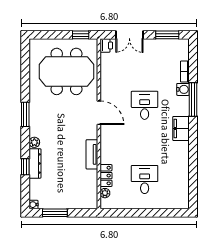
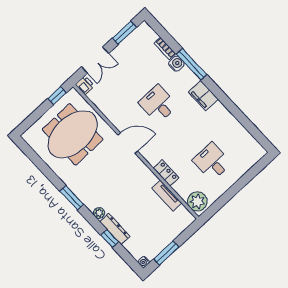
tv unit: (92, 154) -> (167, 196), moved
locker: (106, 176) -> (166, 173), moved
plant: (105, 193) -> (197, 201), width x1.88, depth x1.88

